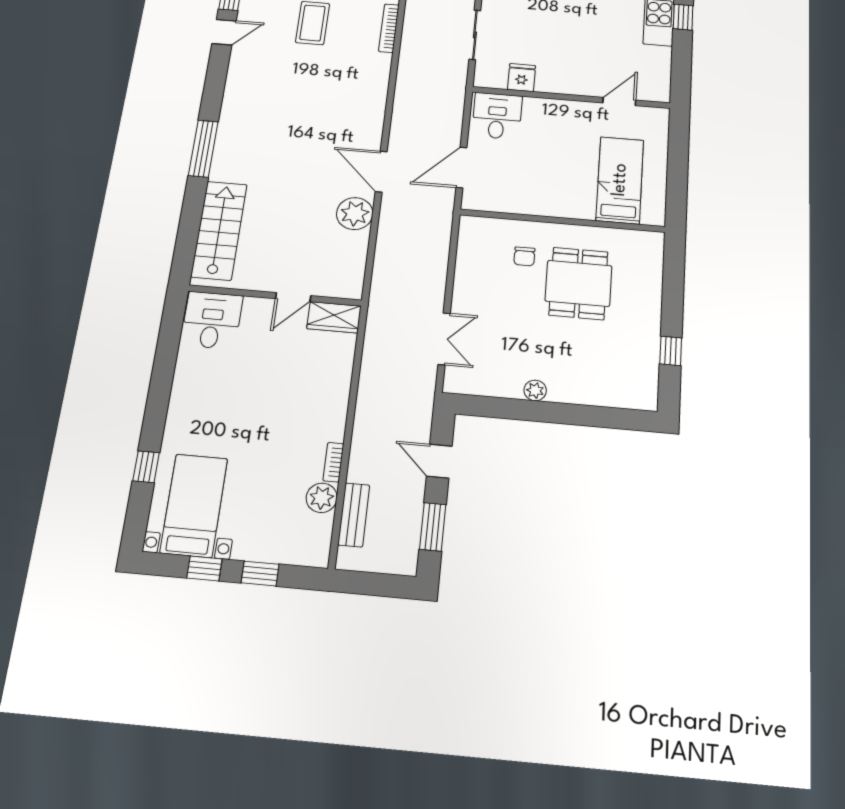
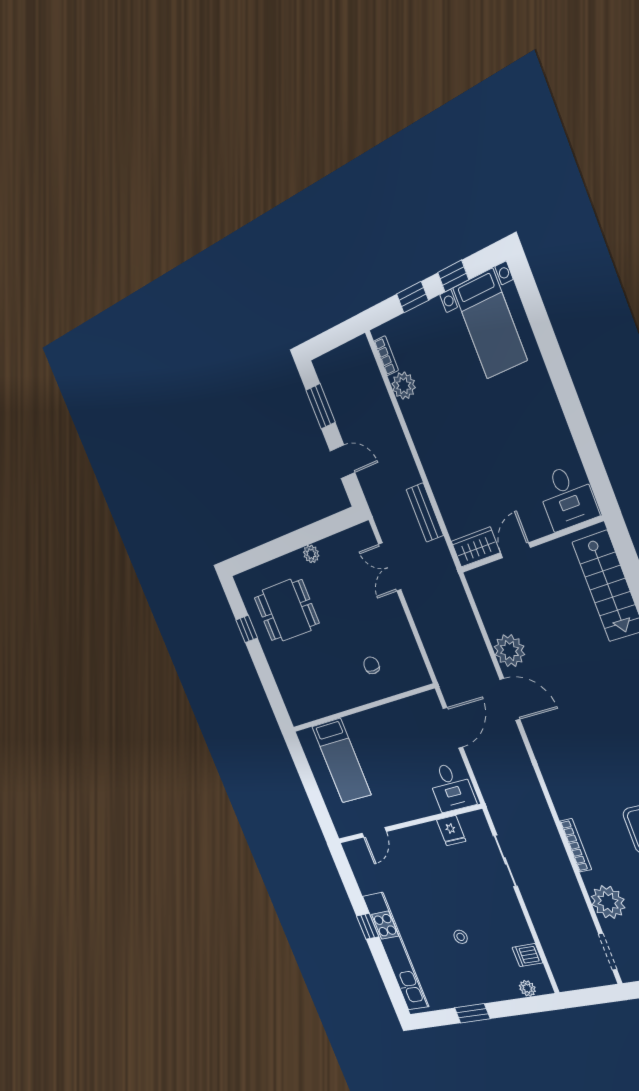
dining table: (578, 283) -> (287, 610), moved, turned 90
bookcase: (333, 462) -> (386, 356), moved
window: (146, 467) -> (545, 336), removed
bench: (354, 515) -> (425, 513), moved

